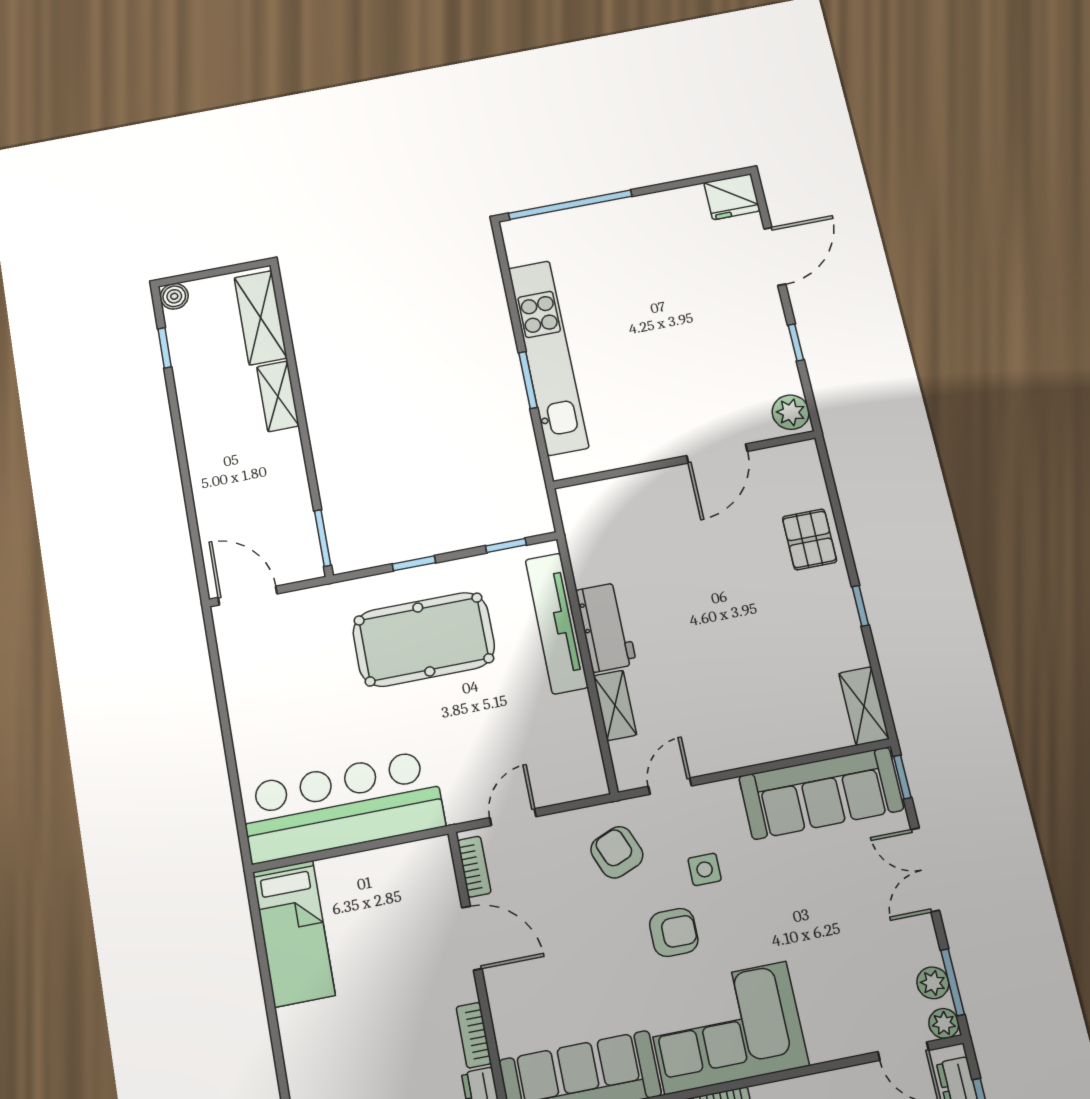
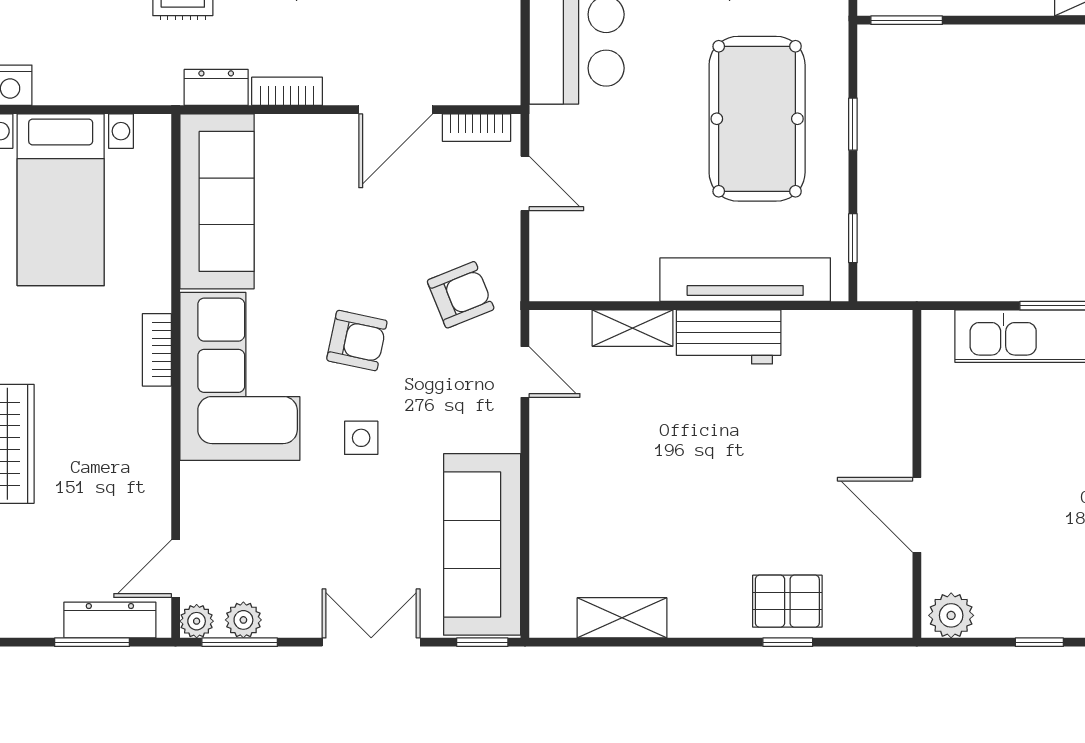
window: (860, 606) -> (788, 642), moved
shelving: (864, 706) -> (622, 618), moved
side table: (705, 869) -> (361, 438), moved
armchair: (674, 932) -> (357, 341), turned -78

